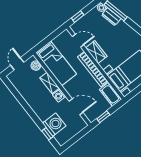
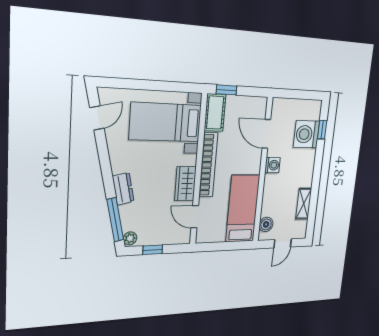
window: (78, 17) -> (153, 250), moved
dresser: (111, 17) -> (123, 189), moved
shelving: (50, 83) -> (304, 204), moved
window: (103, 117) -> (226, 90), moved

